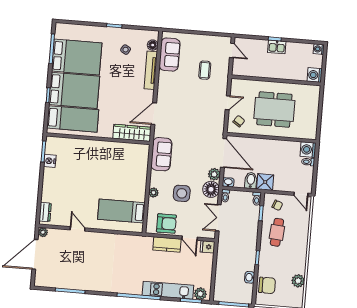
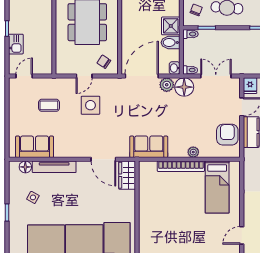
kitchen sink: (277, 47) -> (16, 44), moved
door: (228, 103) -> (84, 76), swing flipped
wardrobe: (132, 133) -> (127, 175), width x0.67
bookcase: (142, 181) -> (181, 166), added
side table: (182, 193) -> (90, 105), moved
double door: (218, 218) -> (216, 76), swing flipped

